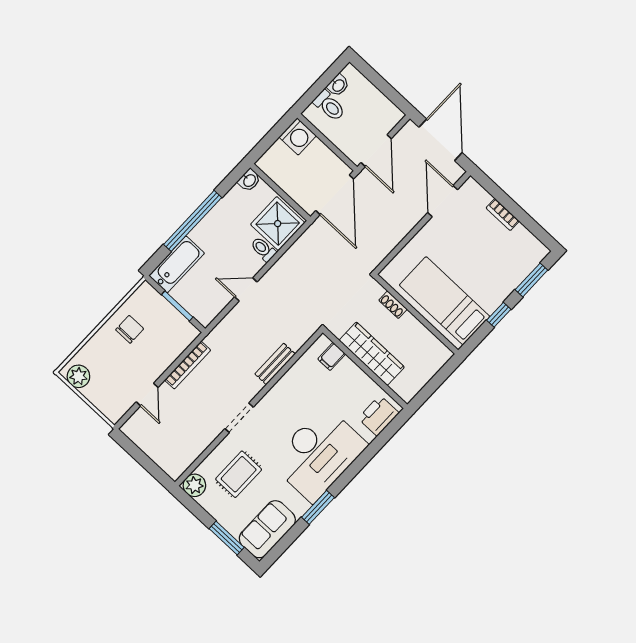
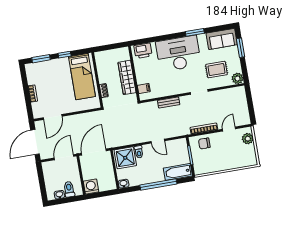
chair: (130, 329) -> (204, 143), moved
plant: (78, 376) -> (248, 139), moved

